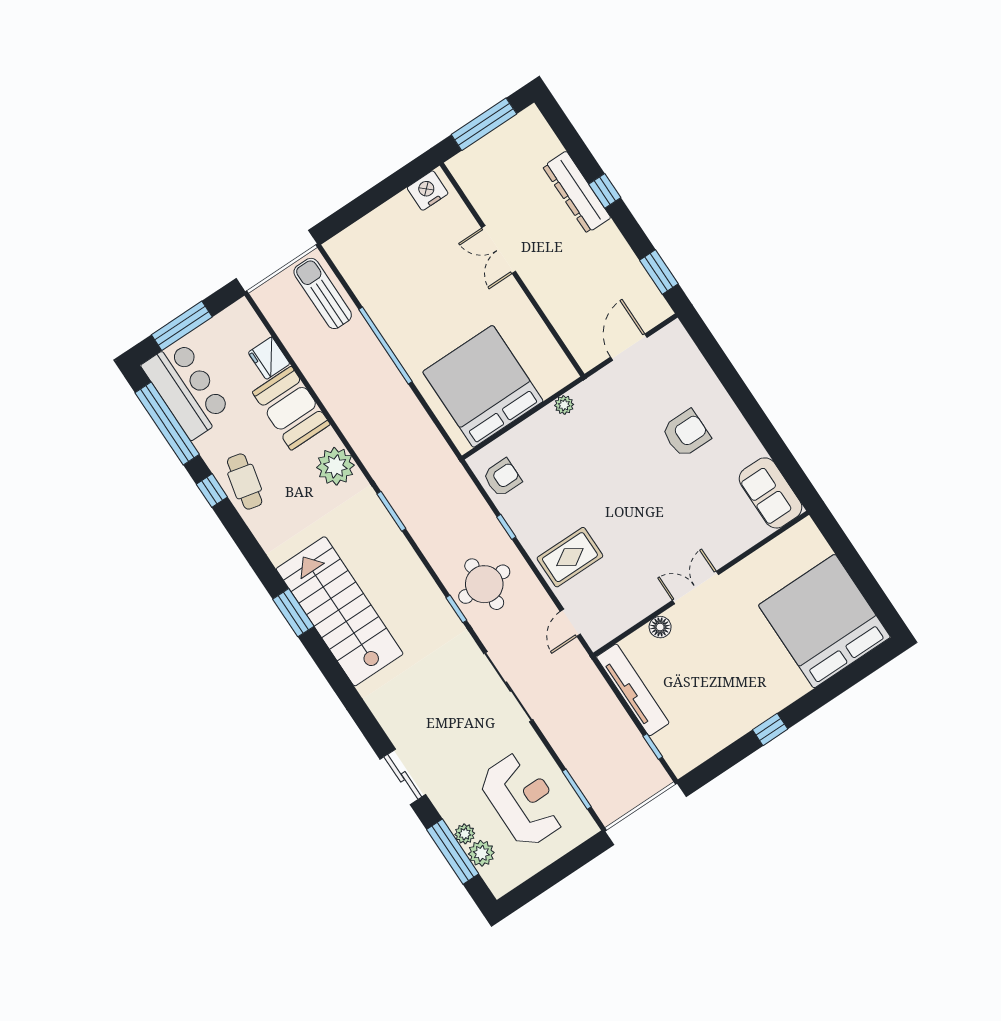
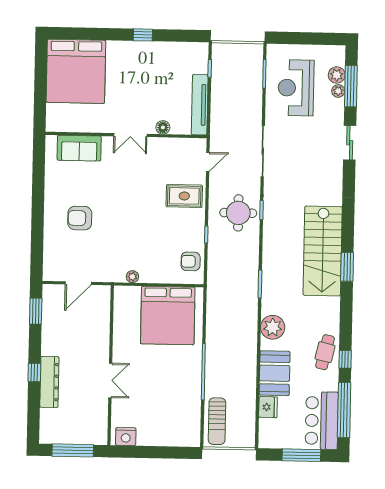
sofa: (771, 493) -> (79, 148), moved, turned 90

